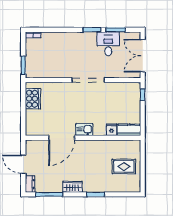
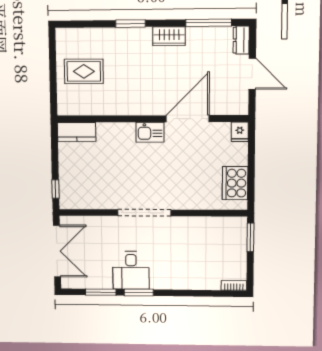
desk: (108, 44) -> (131, 270), moved
fridge: (111, 130) -> (240, 132), moved

